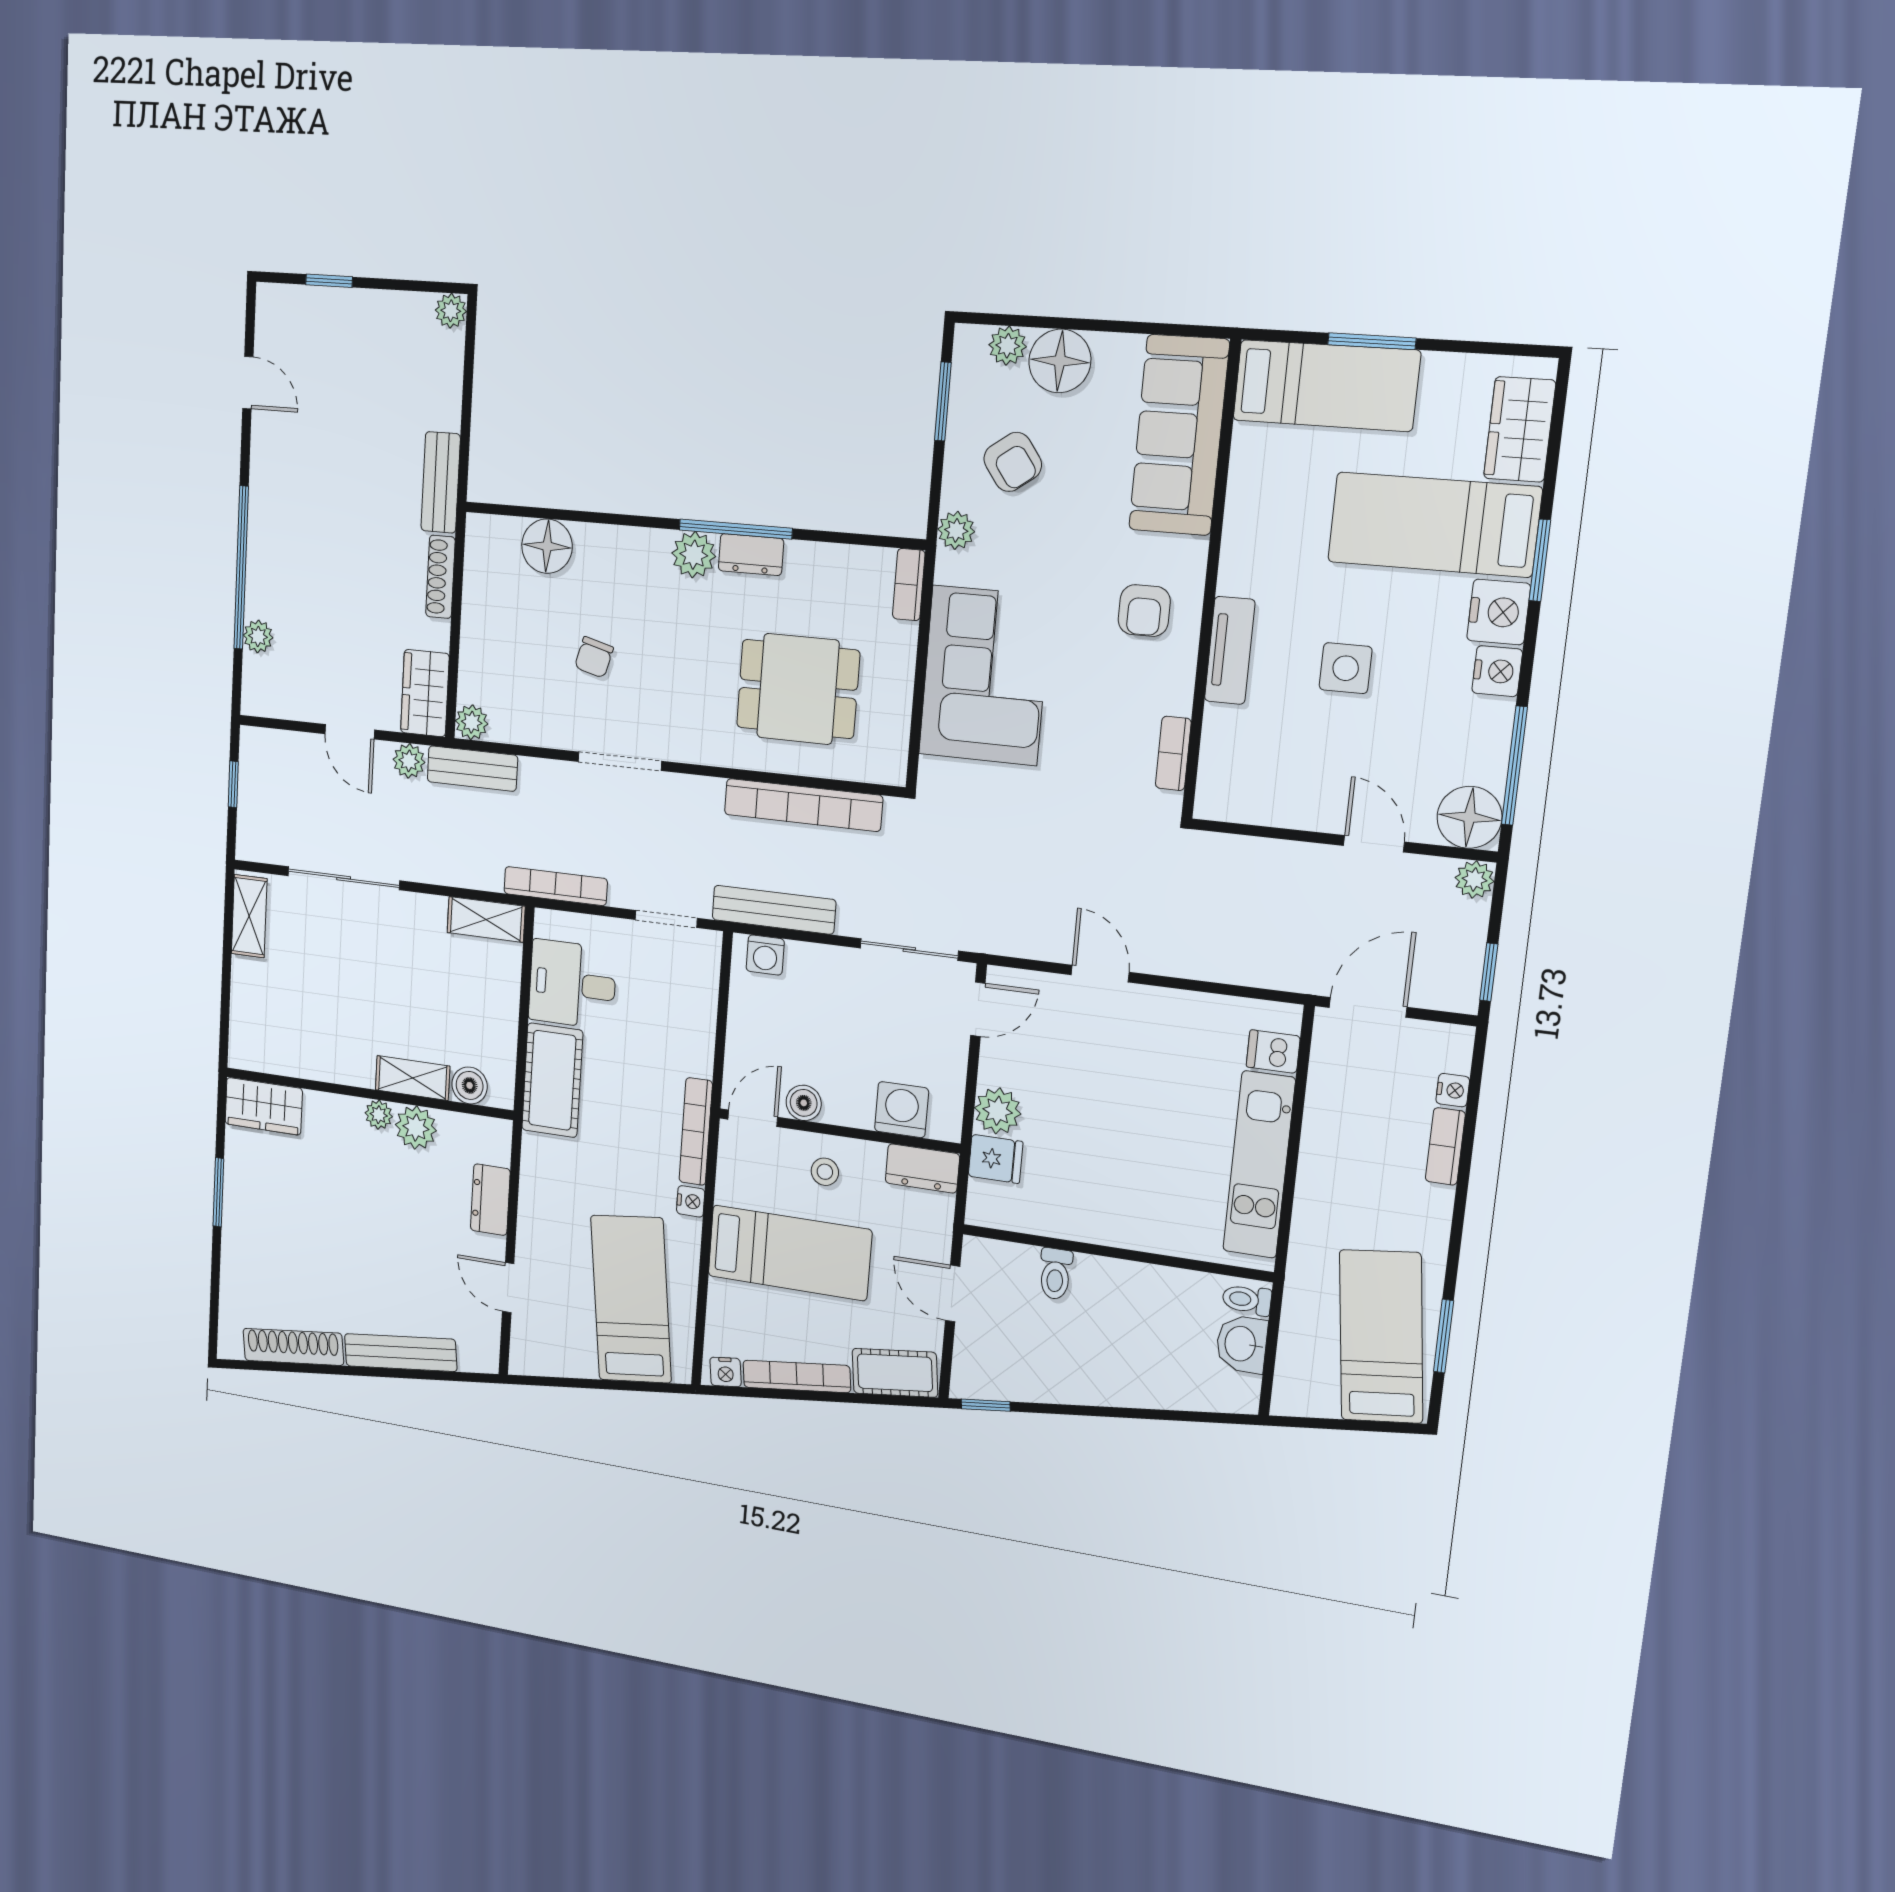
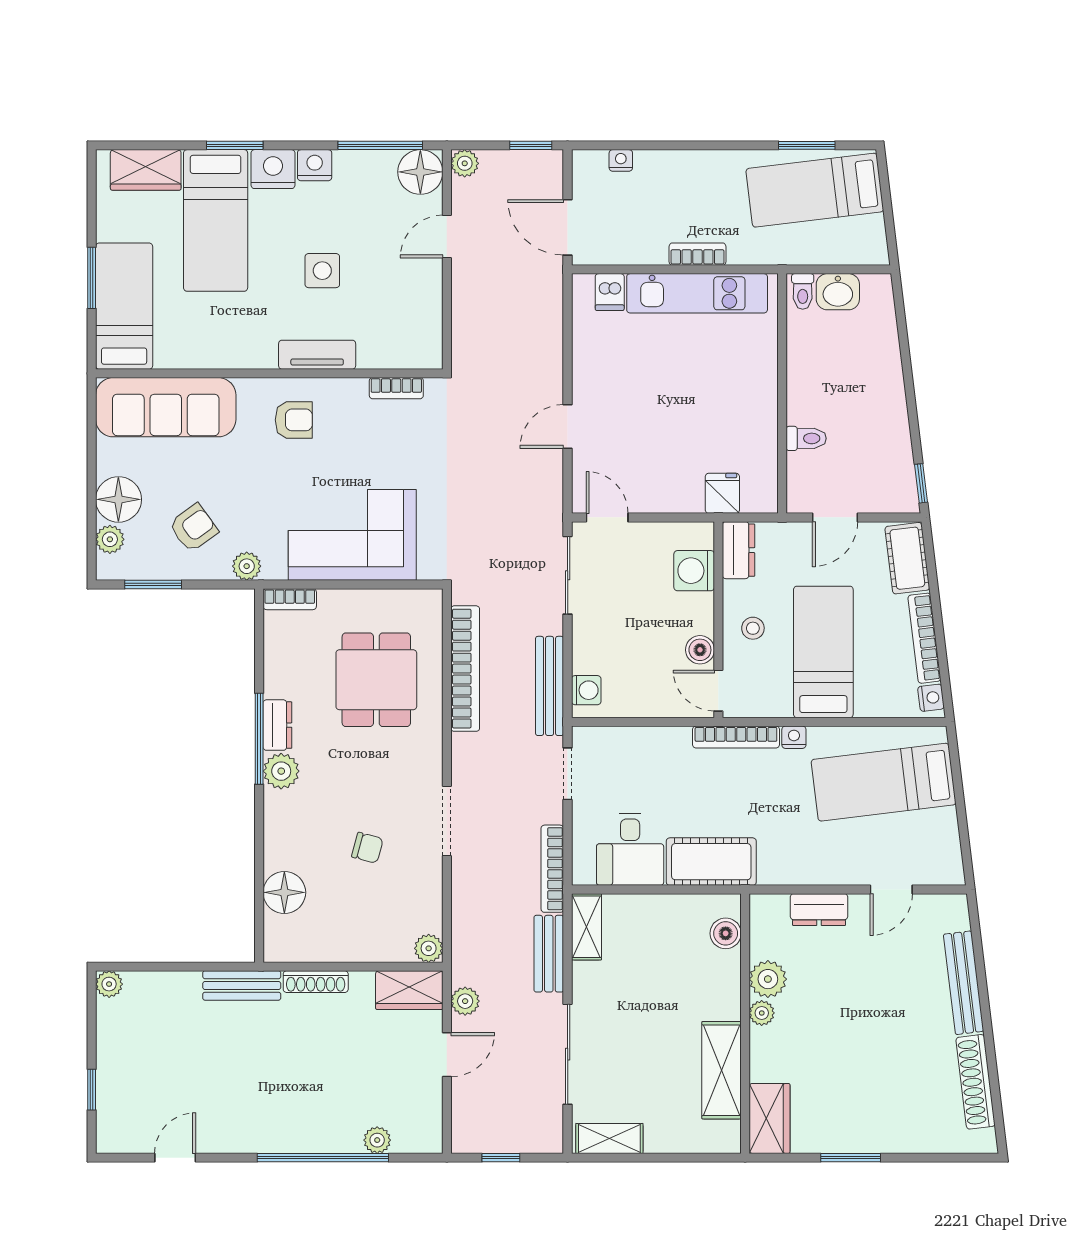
bench: (472, 769) -> (549, 954), moved
shelving: (413, 1078) -> (722, 1070), moved, width x1.50, depth x1.33
plant: (998, 1111) -> (684, 495), removed
bookcase: (1445, 1146) -> (697, 254), moved, turned 180

